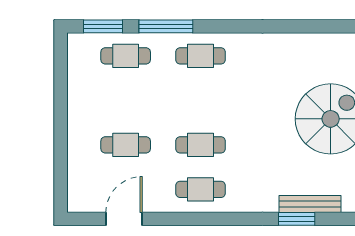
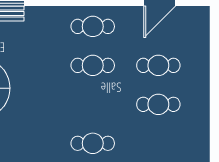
cafe table: (126, 56) -> (158, 104), moved

